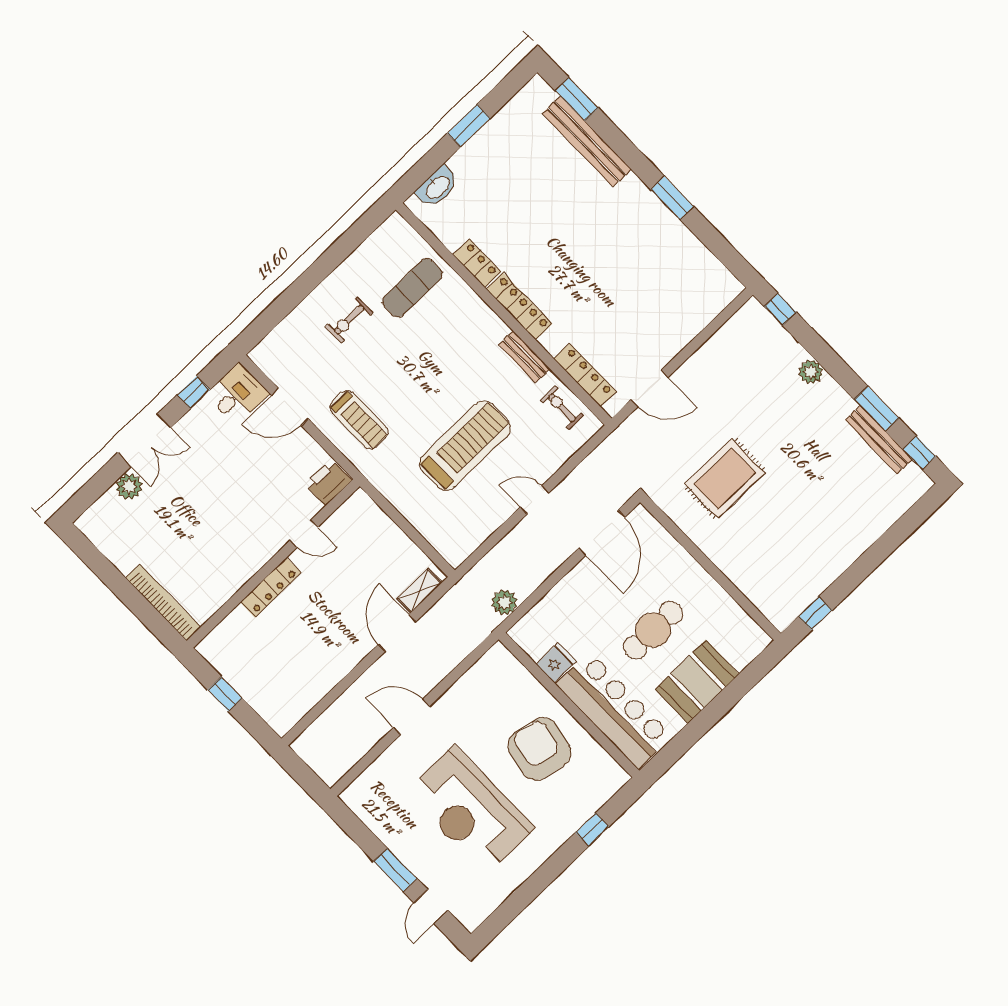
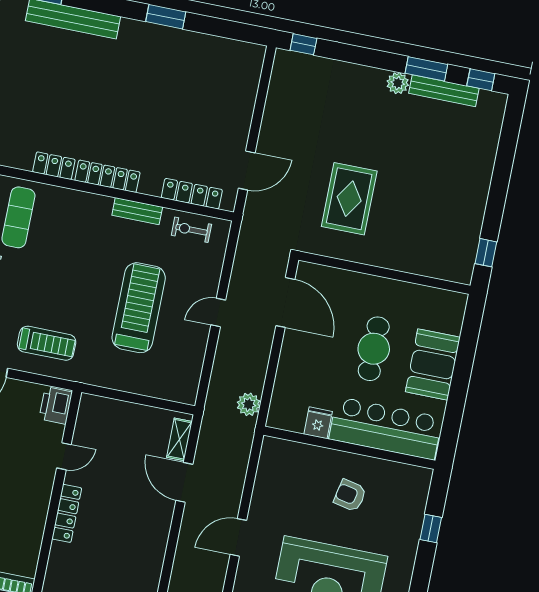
plant: (811, 372) -> (398, 83), moved
armchair: (540, 749) -> (350, 495), width x0.53, depth x0.53

